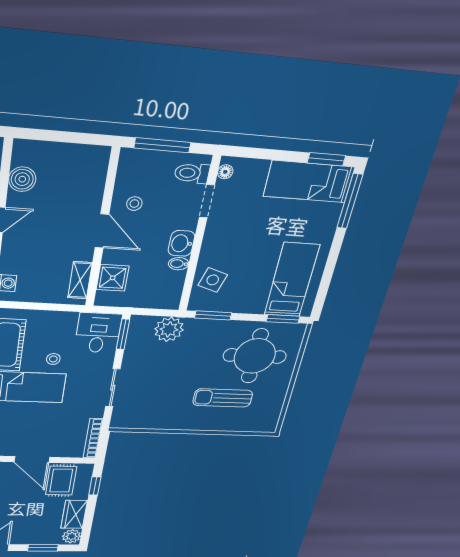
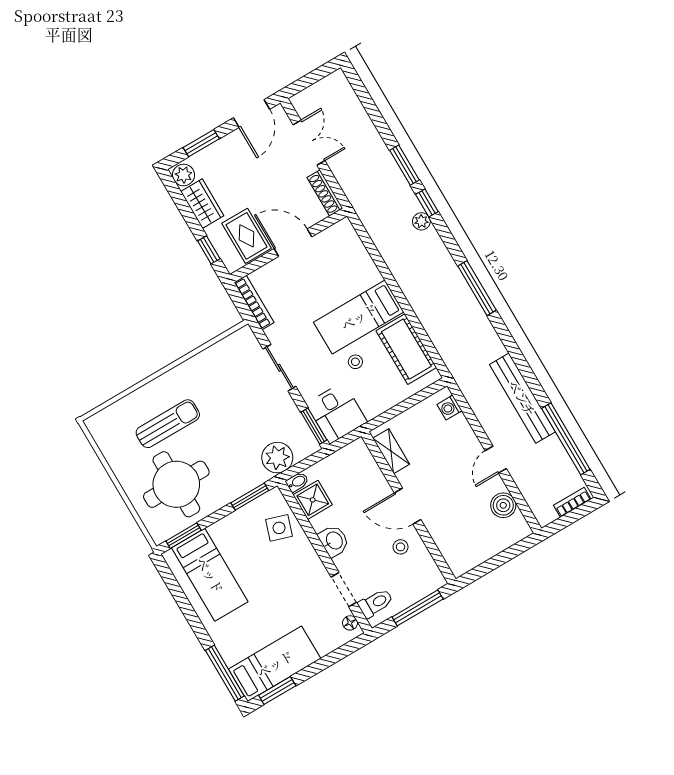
bidet: (179, 264) -> (297, 482), moved
shower: (113, 278) -> (313, 500), moved

